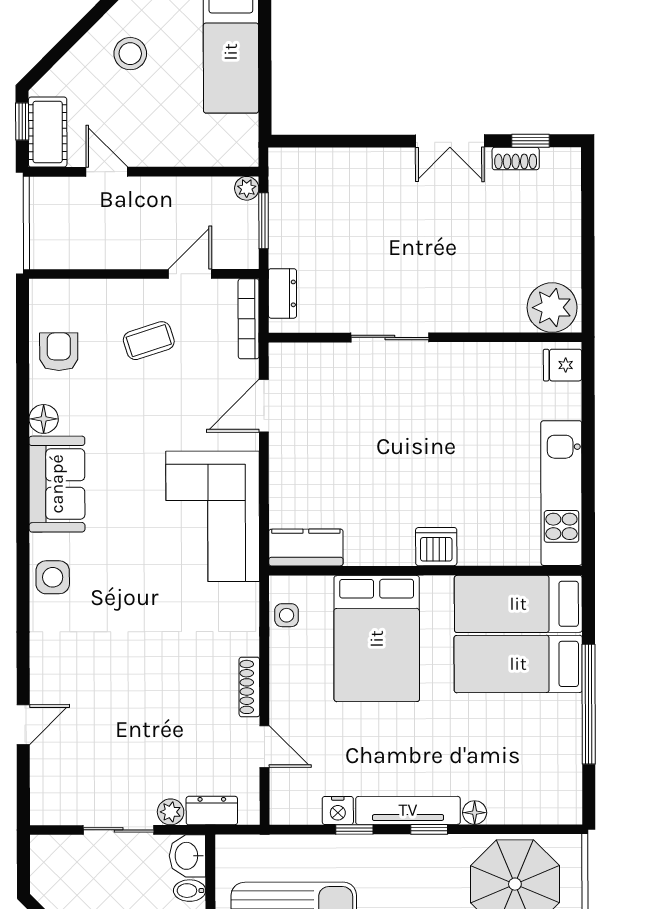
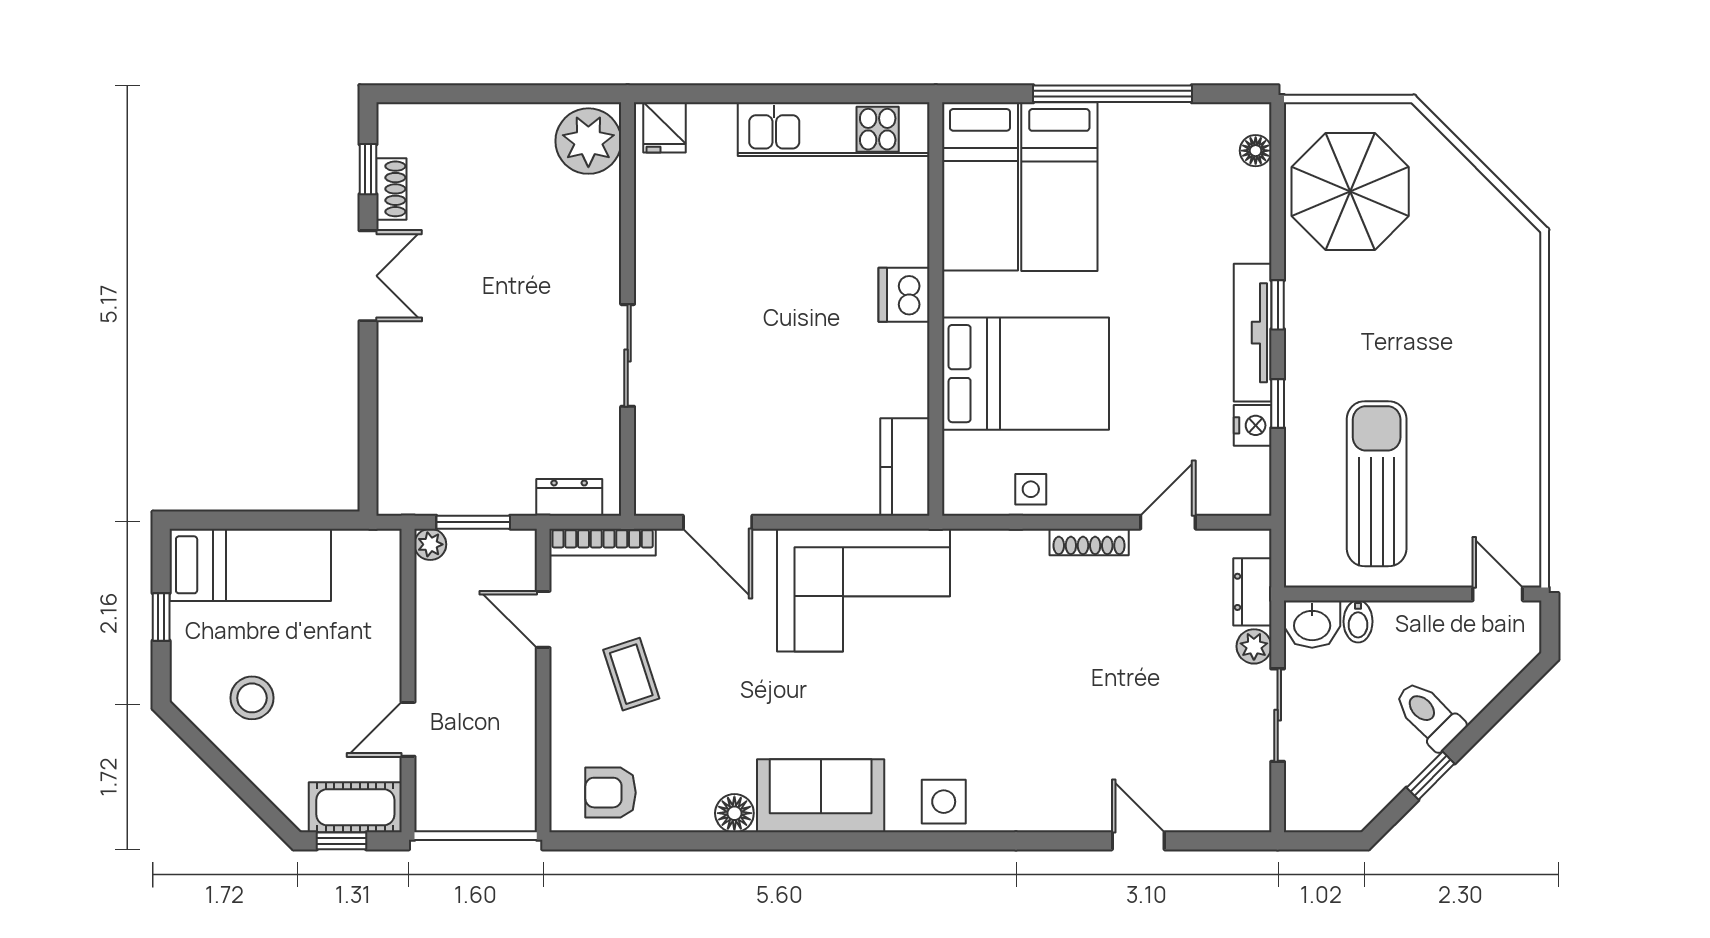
armchair: (59, 352) -> (610, 793), moved
side table: (287, 615) -> (1031, 489), moved
floor lamp: (475, 813) -> (1256, 151), moved

